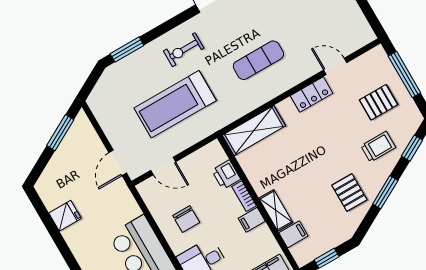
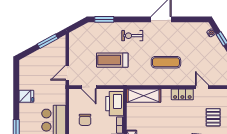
pallet: (379, 102) -> (213, 117), turned 90
treadmill: (175, 104) -> (112, 60), width x0.73, depth x0.73
printer: (226, 175) -> (115, 104), width x1.87, depth x1.48
fridge: (65, 216) -> (26, 96), moved

